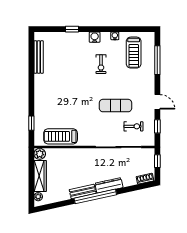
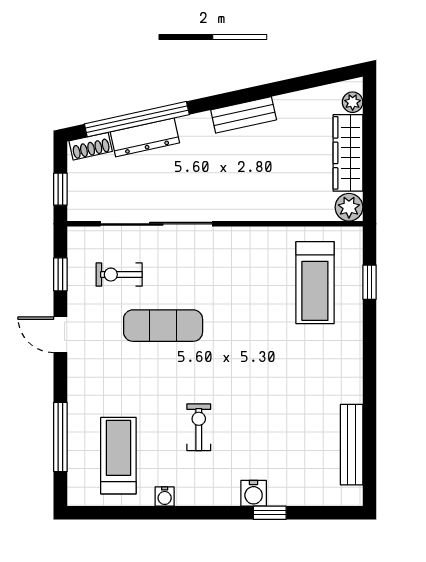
water cooler: (95, 37) -> (254, 493), moved
treadmill: (61, 136) -> (315, 283), moved, turned 90
dresser: (109, 185) -> (145, 137), moved
window: (95, 196) -> (137, 119), moved

